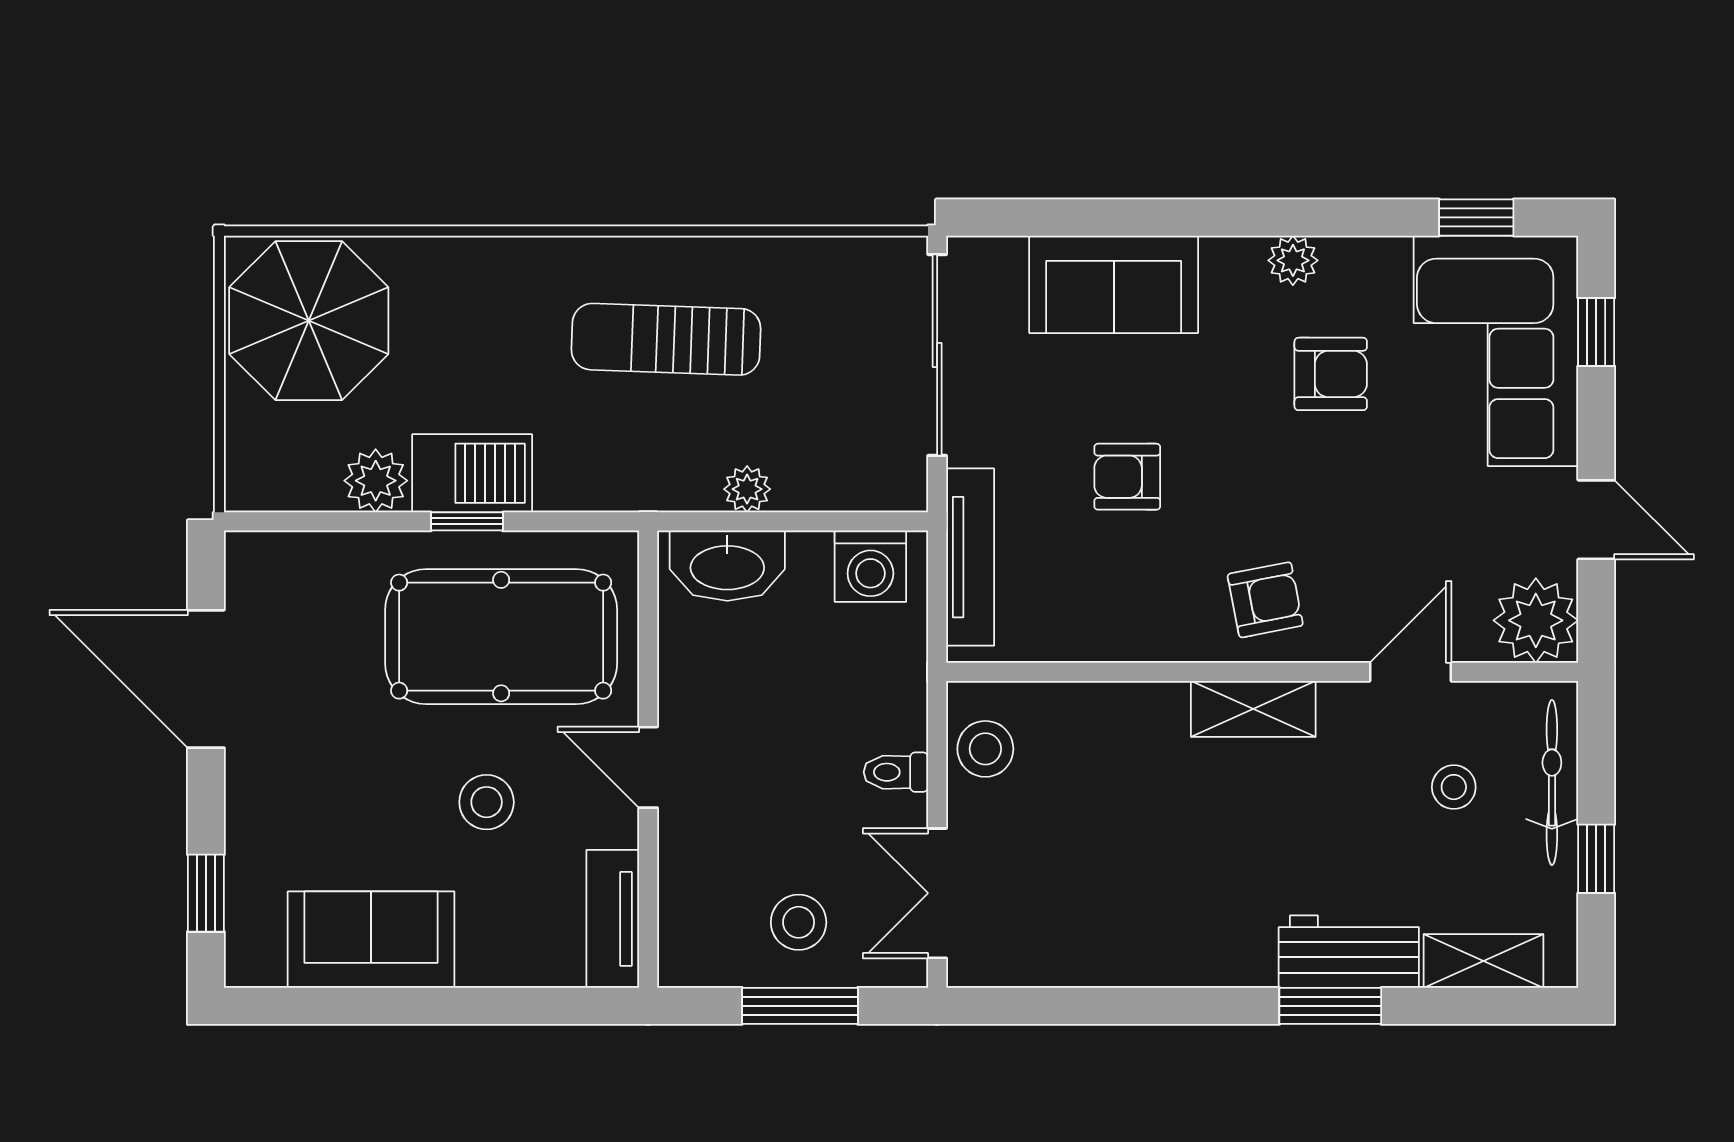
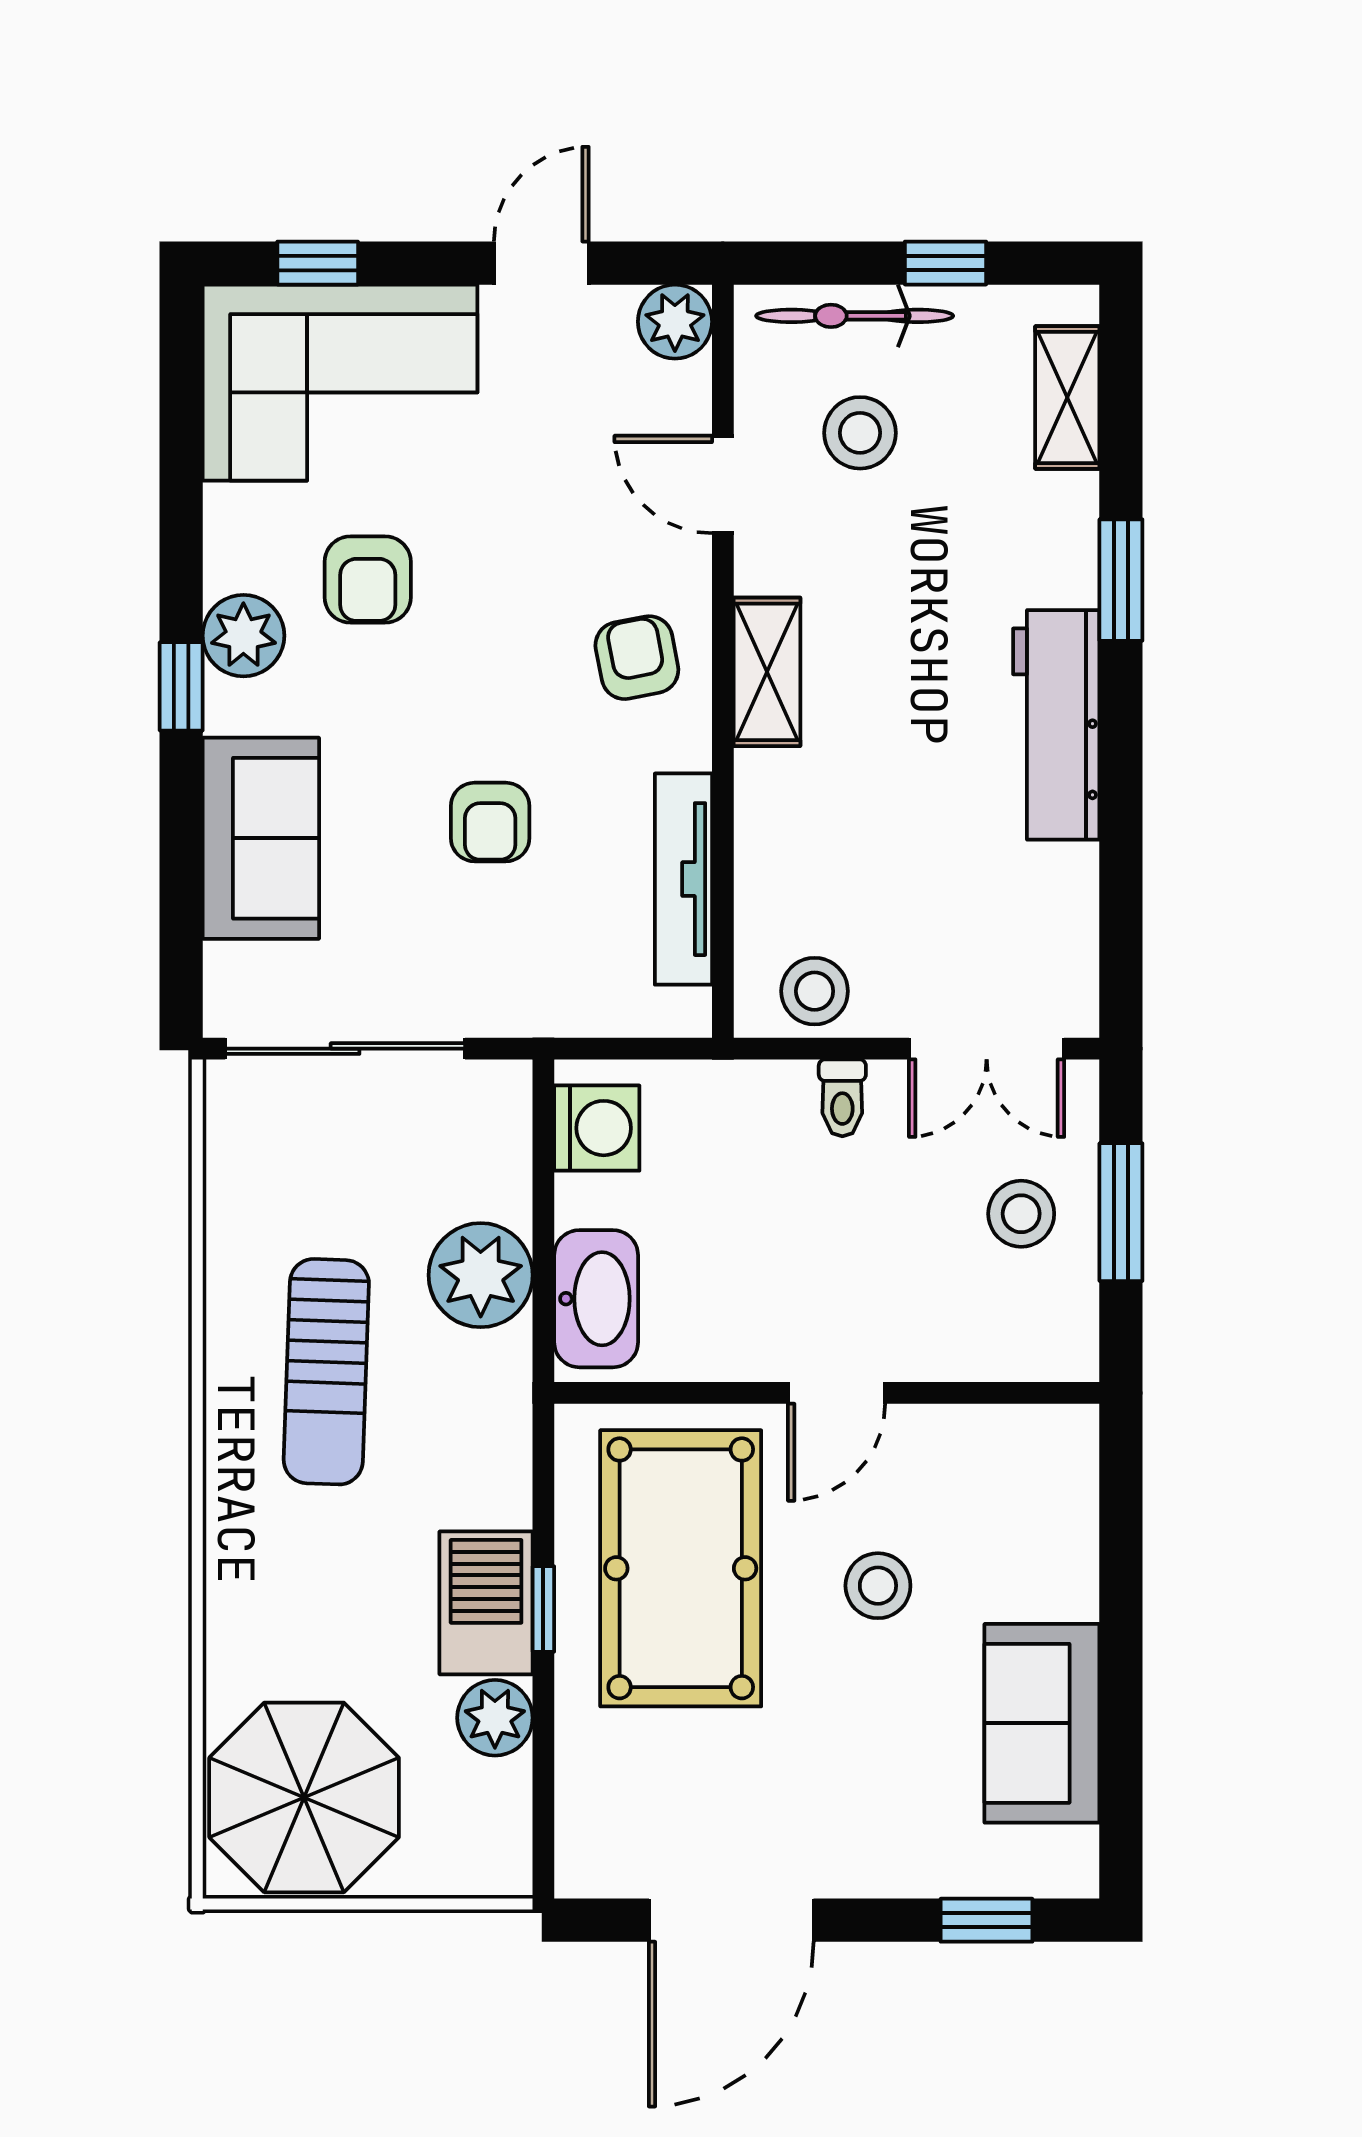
window: (1476, 217) -> (181, 686), moved
plant: (1293, 260) -> (243, 636), width x1.38, depth x1.38
armchair: (1331, 374) -> (368, 580), turned 180
plant: (747, 489) -> (481, 1275), width x1.88, depth x1.88
tv unit: (970, 557) -> (683, 879), moved, turned -90
plant: (1536, 620) -> (675, 322), width x0.73, depth x0.73
stool: (1454, 787) -> (860, 433), width x1.37, depth x1.37
tv unit: (613, 919) -> (1017, 1435), removed
workbench: (1349, 952) -> (1056, 725), moved, width x1.37

